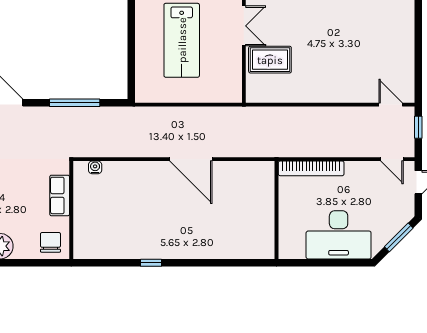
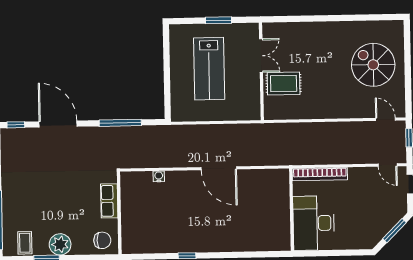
spiral stairs: (377, 39) -> (373, 65), added
water cooler: (95, 167) -> (159, 176), moved
desk: (339, 235) -> (314, 223), moved, turned 90
chair: (50, 242) -> (102, 240), turned 90

